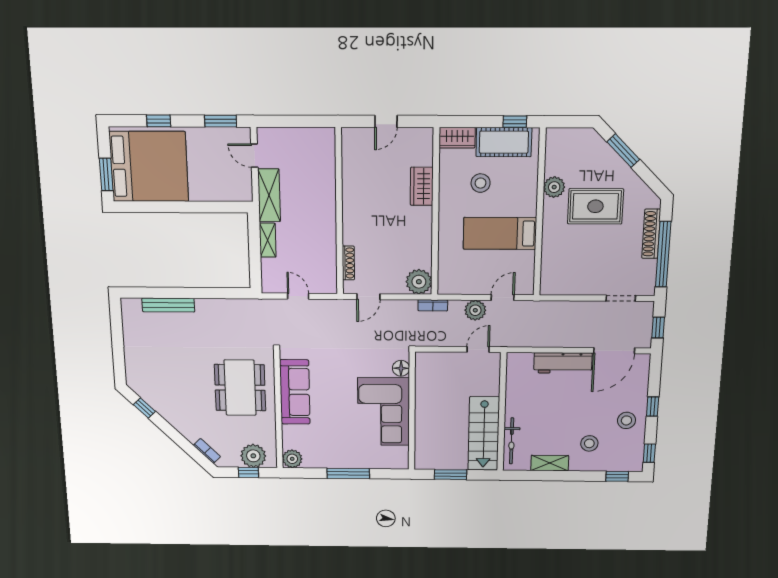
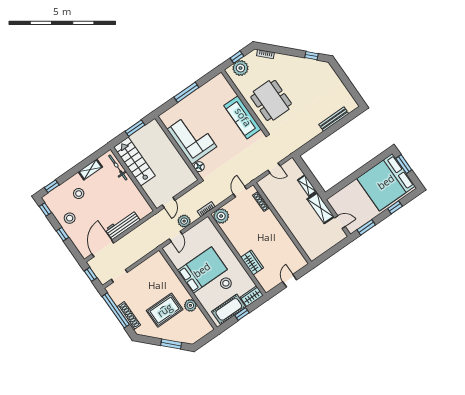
window: (515, 122) -> (242, 314), moved
bed: (500, 233) -> (202, 270), width x1.50
plant: (292, 459) -> (220, 80), removed

